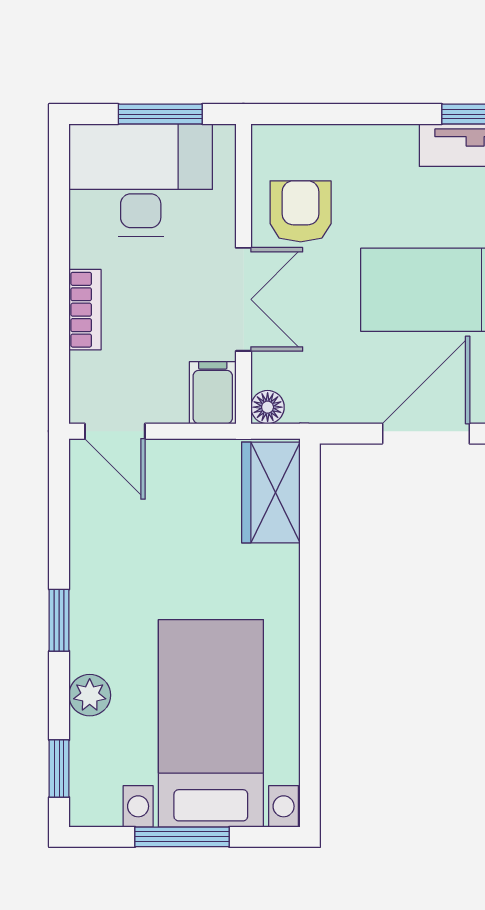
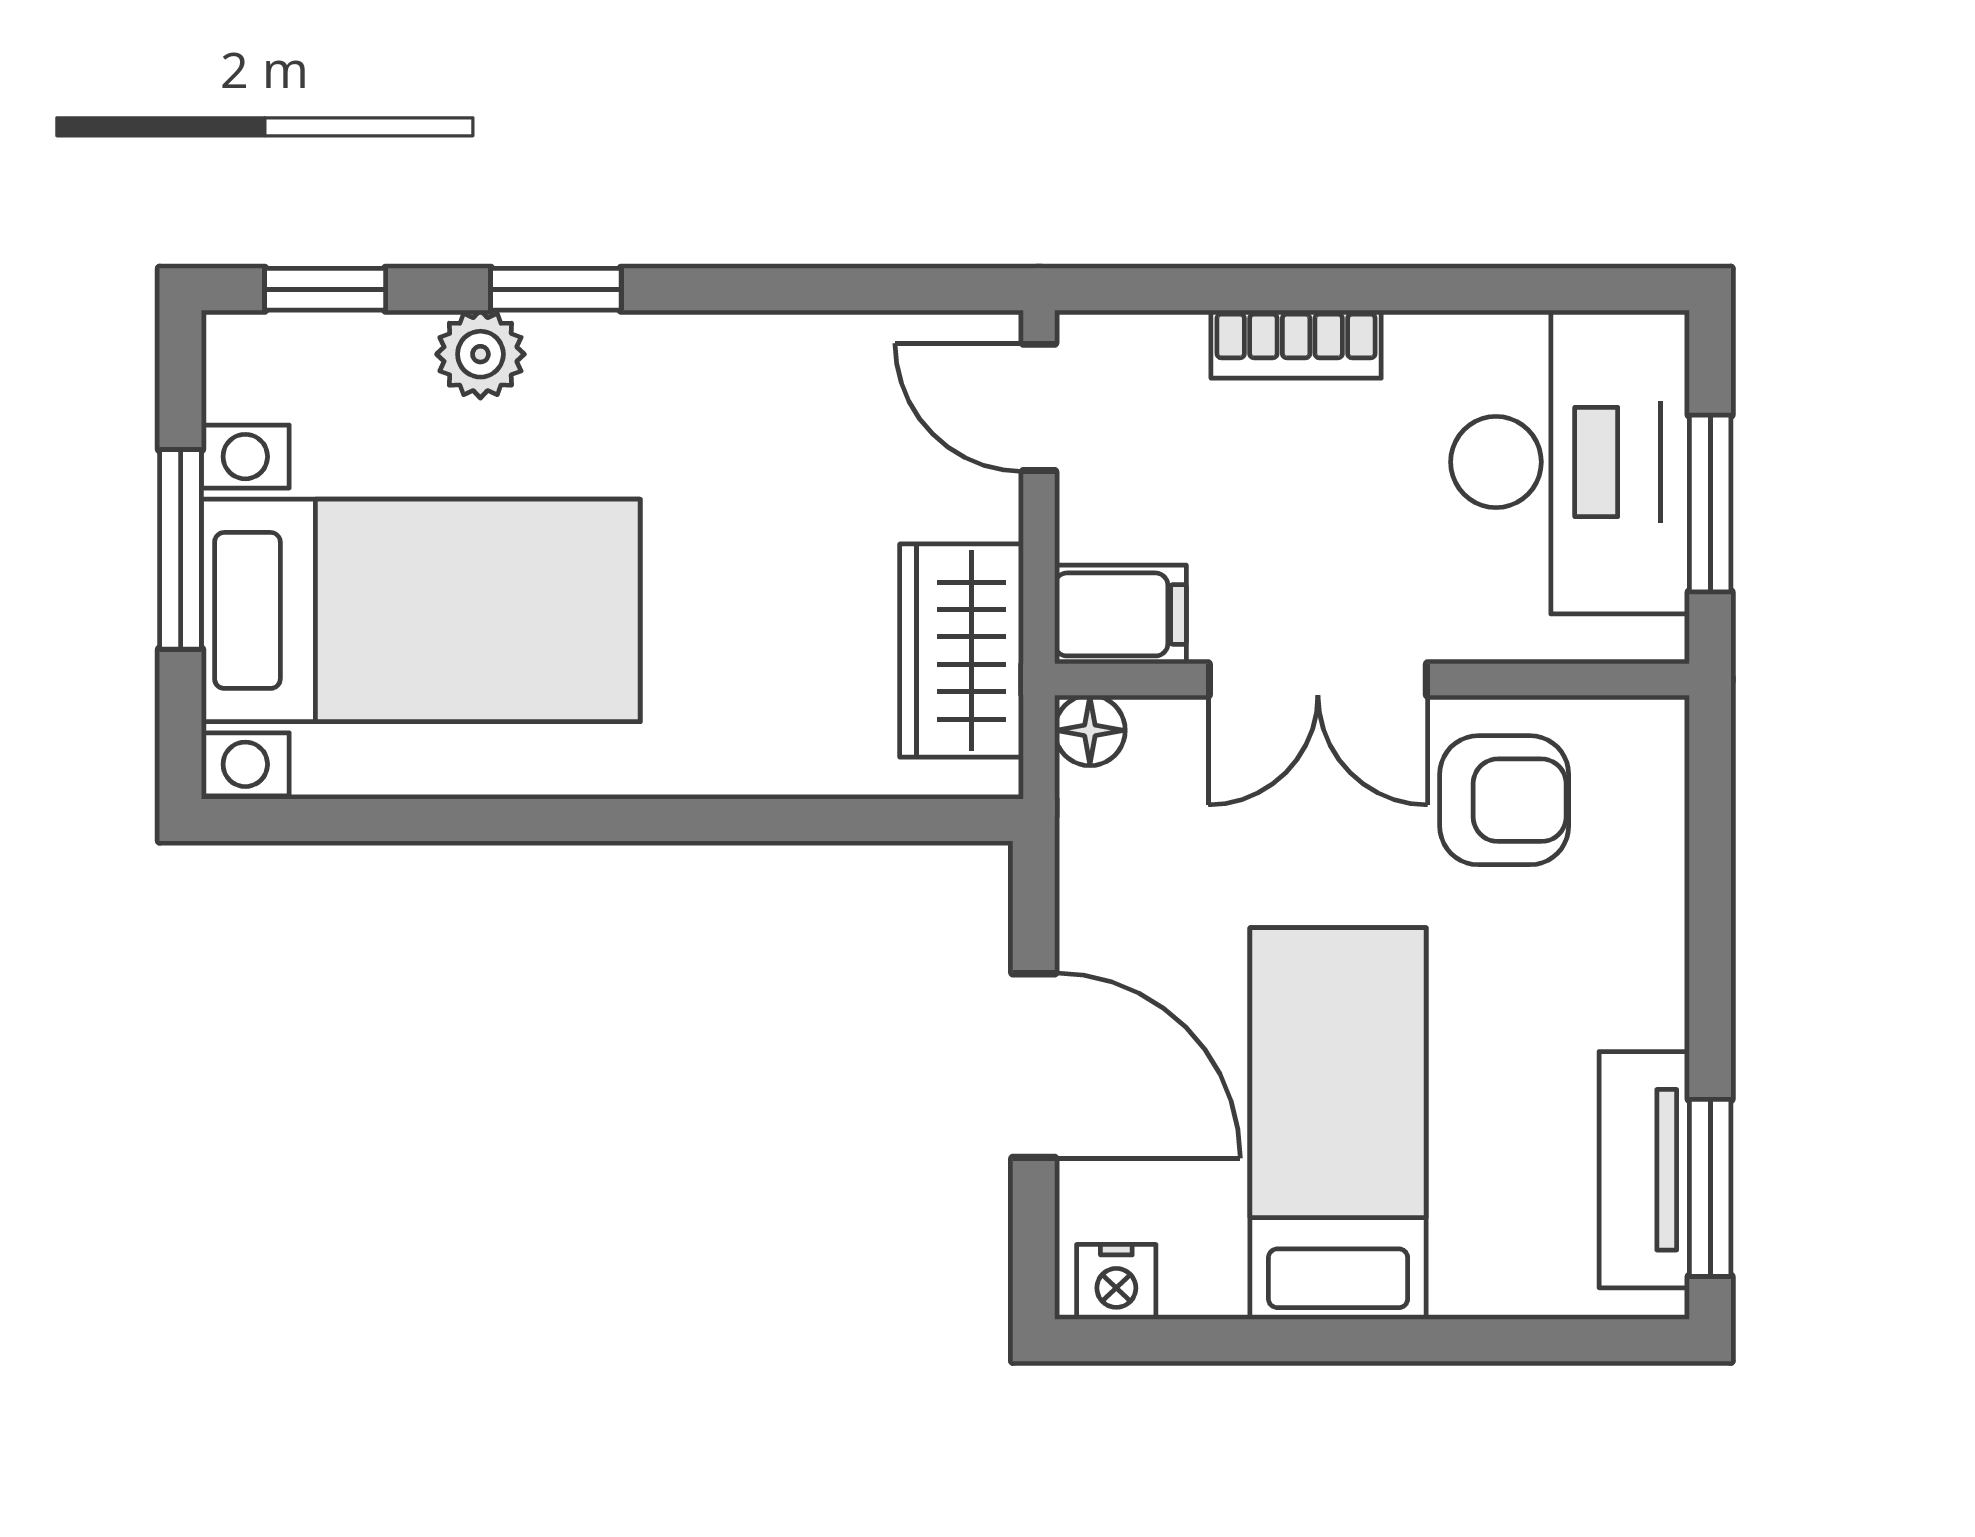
door: (115, 431) -> (1039, 407), hinge flipped
wardrobe: (271, 492) -> (962, 651), moved, turned -90
window: (59, 620) -> (556, 289), moved

